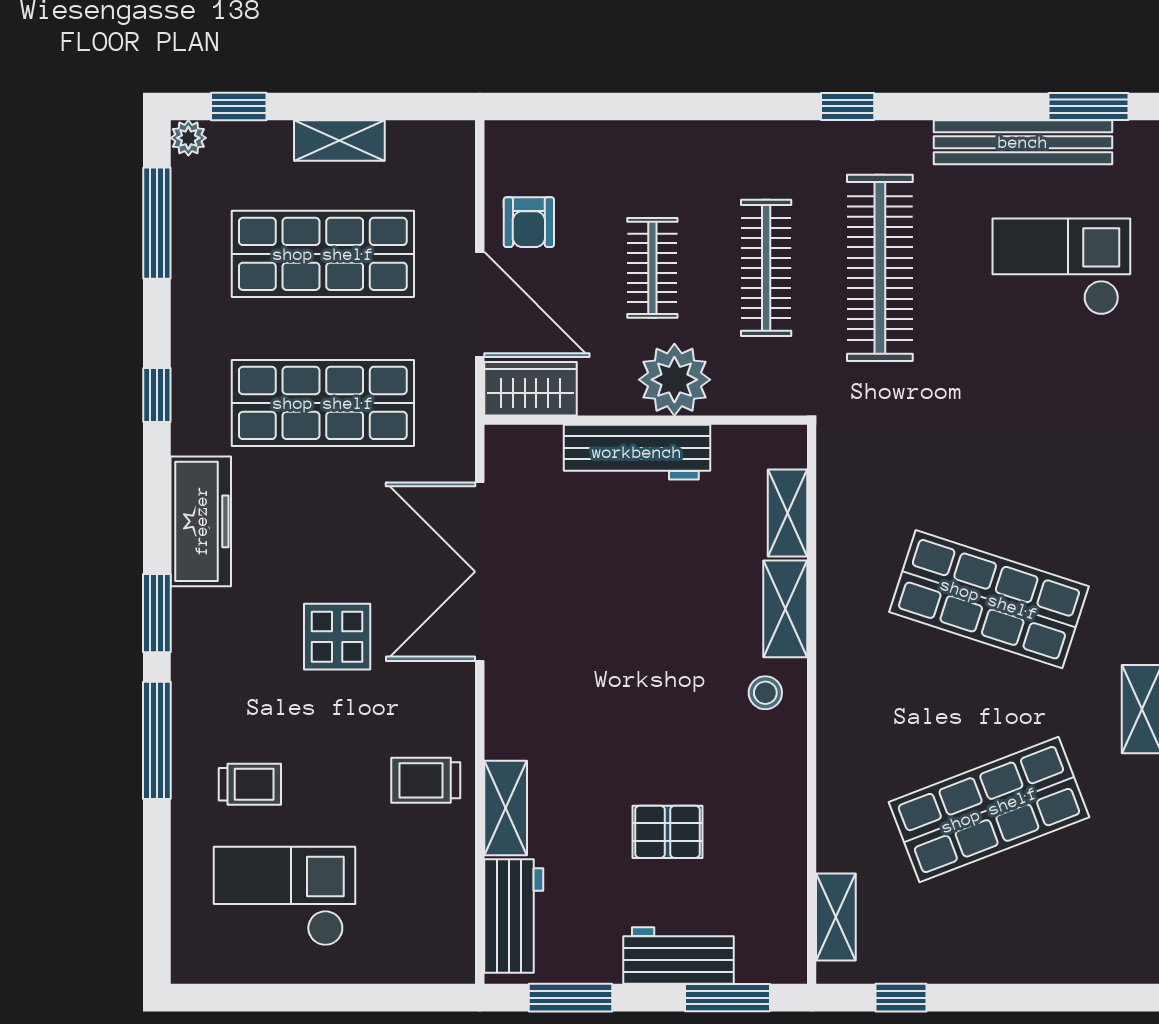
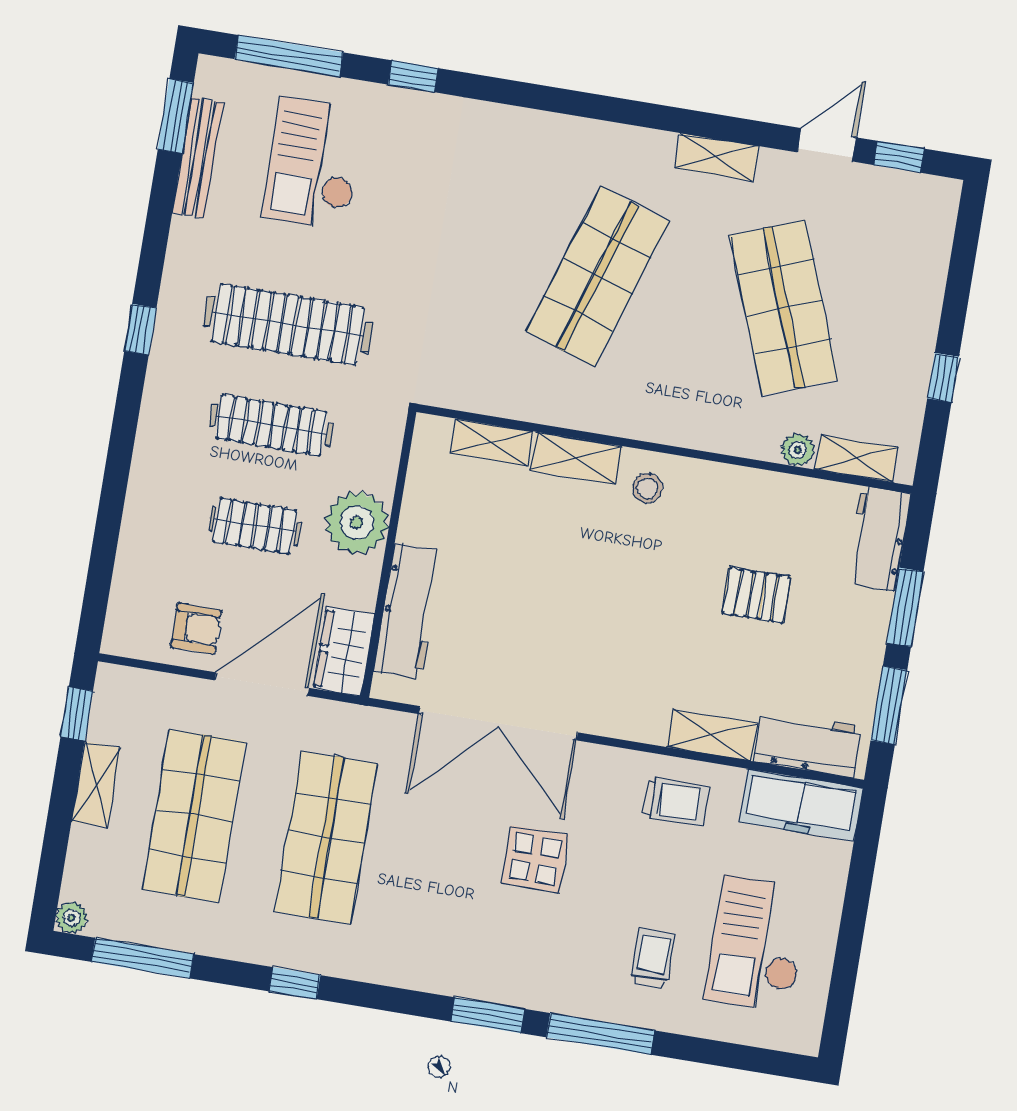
window: (239, 106) -> (77, 714), moved
bench: (1023, 142) -> (198, 158), width x0.73, depth x0.82
workbench: (637, 452) -> (408, 611), moved
freezer: (201, 521) -> (801, 805), moved, turned 180
trolley: (426, 780) -> (675, 802), turned -90
pallet: (668, 832) -> (756, 595), turned 90
plant: (835, 851) -> (798, 450), added
workbench: (678, 956) -> (878, 538), moved
window: (728, 998) -> (905, 607), moved
window: (901, 998) -> (943, 378), moved

